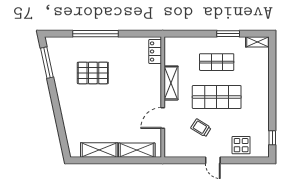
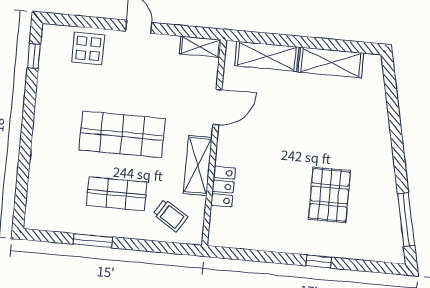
window: (95, 34) -> (319, 262), width x0.32
shelving: (257, 42) -> (200, 47), moved
locker: (155, 51) -> (223, 187), moved
pallet: (93, 73) -> (329, 195), turned 90
trolley: (201, 128) -> (170, 216), moved

